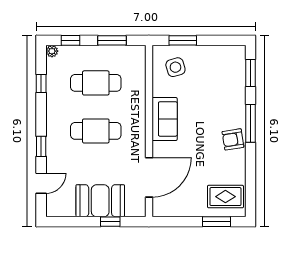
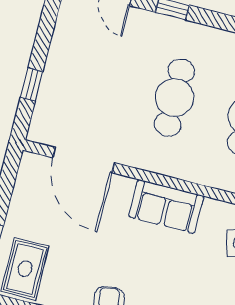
booth: (100, 201) -> (67, 77), removed

